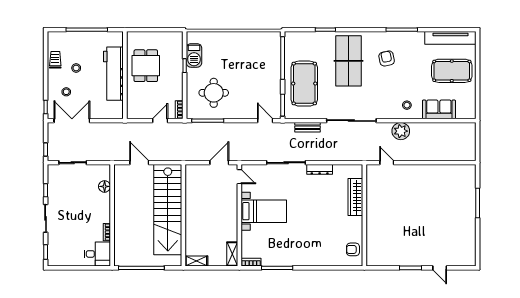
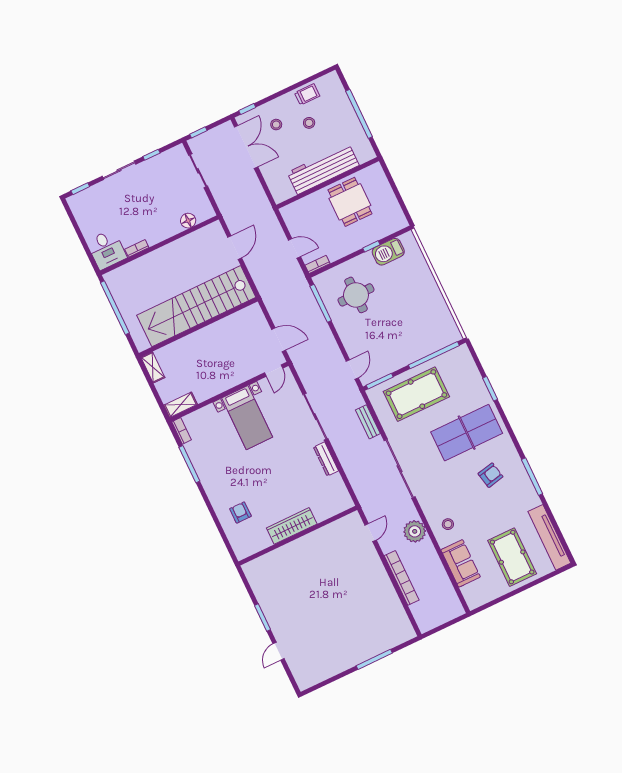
dining table: (146, 66) -> (350, 202), turned 90
bookcase: (429, 156) -> (402, 578), added
wardrobe: (355, 197) -> (292, 526), moved
armchair: (353, 249) -> (240, 512), moved

